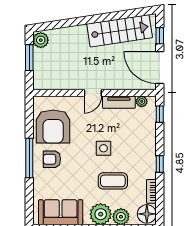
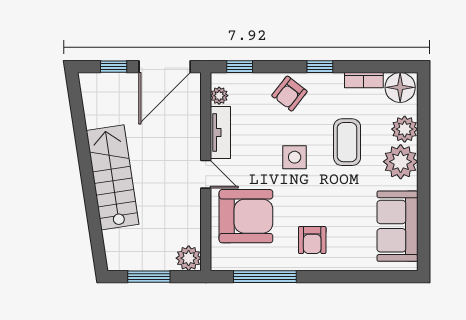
stairs: (120, 31) -> (112, 177), moved
plant: (41, 40) -> (189, 258), moved
armchair: (53, 127) -> (246, 216), moved
armchair: (143, 145) -> (289, 94), added
window: (29, 158) -> (265, 277), moved

